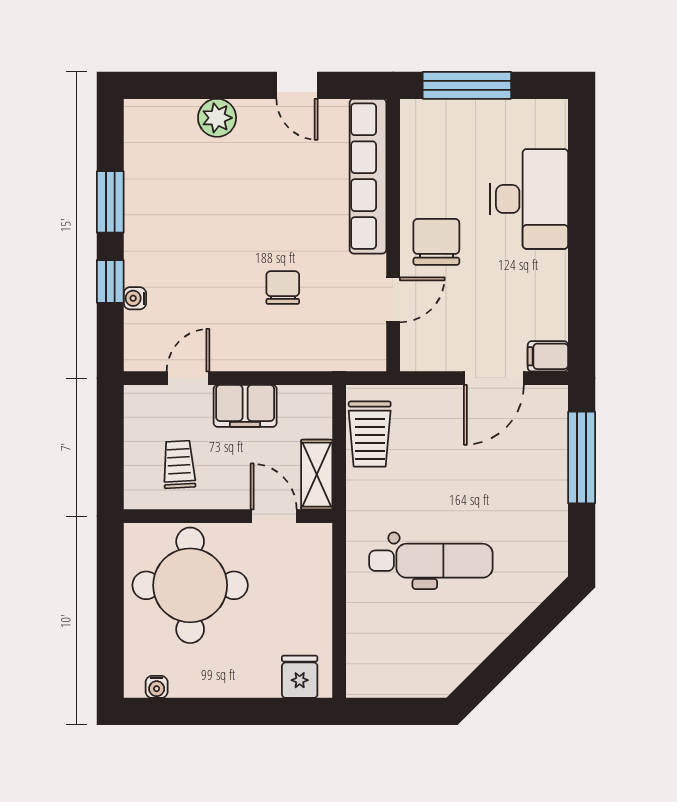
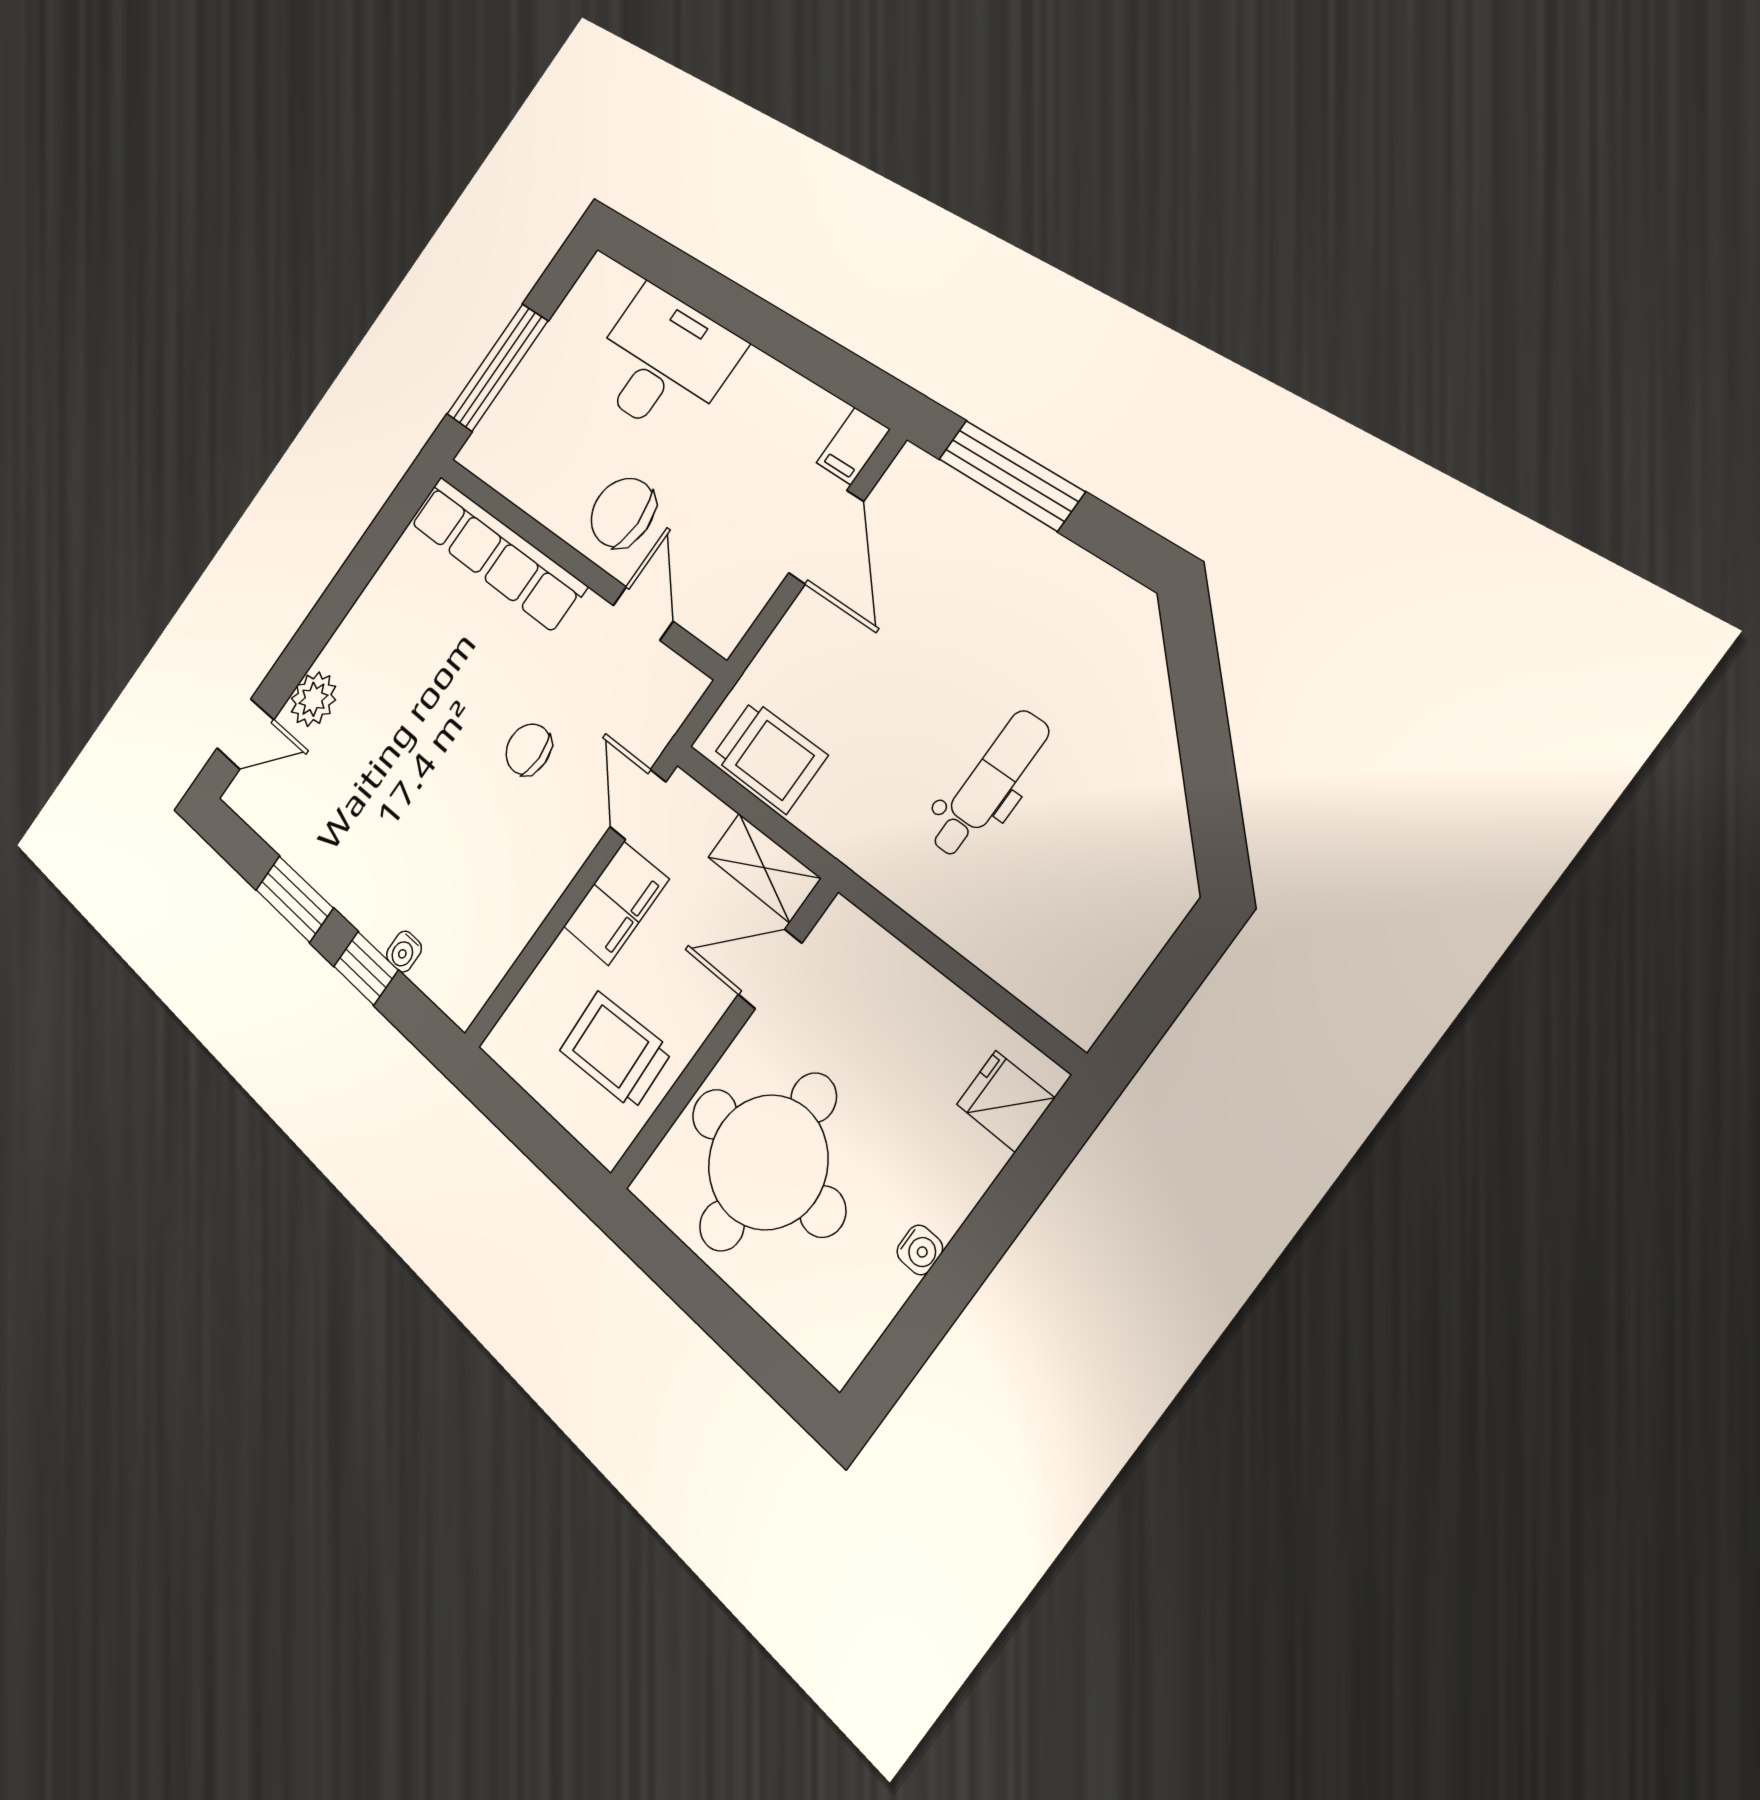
door: (297, 85) -> (245, 734), moved
door: (188, 378) -> (638, 804), moved
trolley: (179, 464) -> (616, 1050), width x1.36, depth x1.39
dental chair: (431, 561) -> (989, 784), width x0.73, depth x0.72
water cooler: (157, 687) -> (920, 1250), moved

